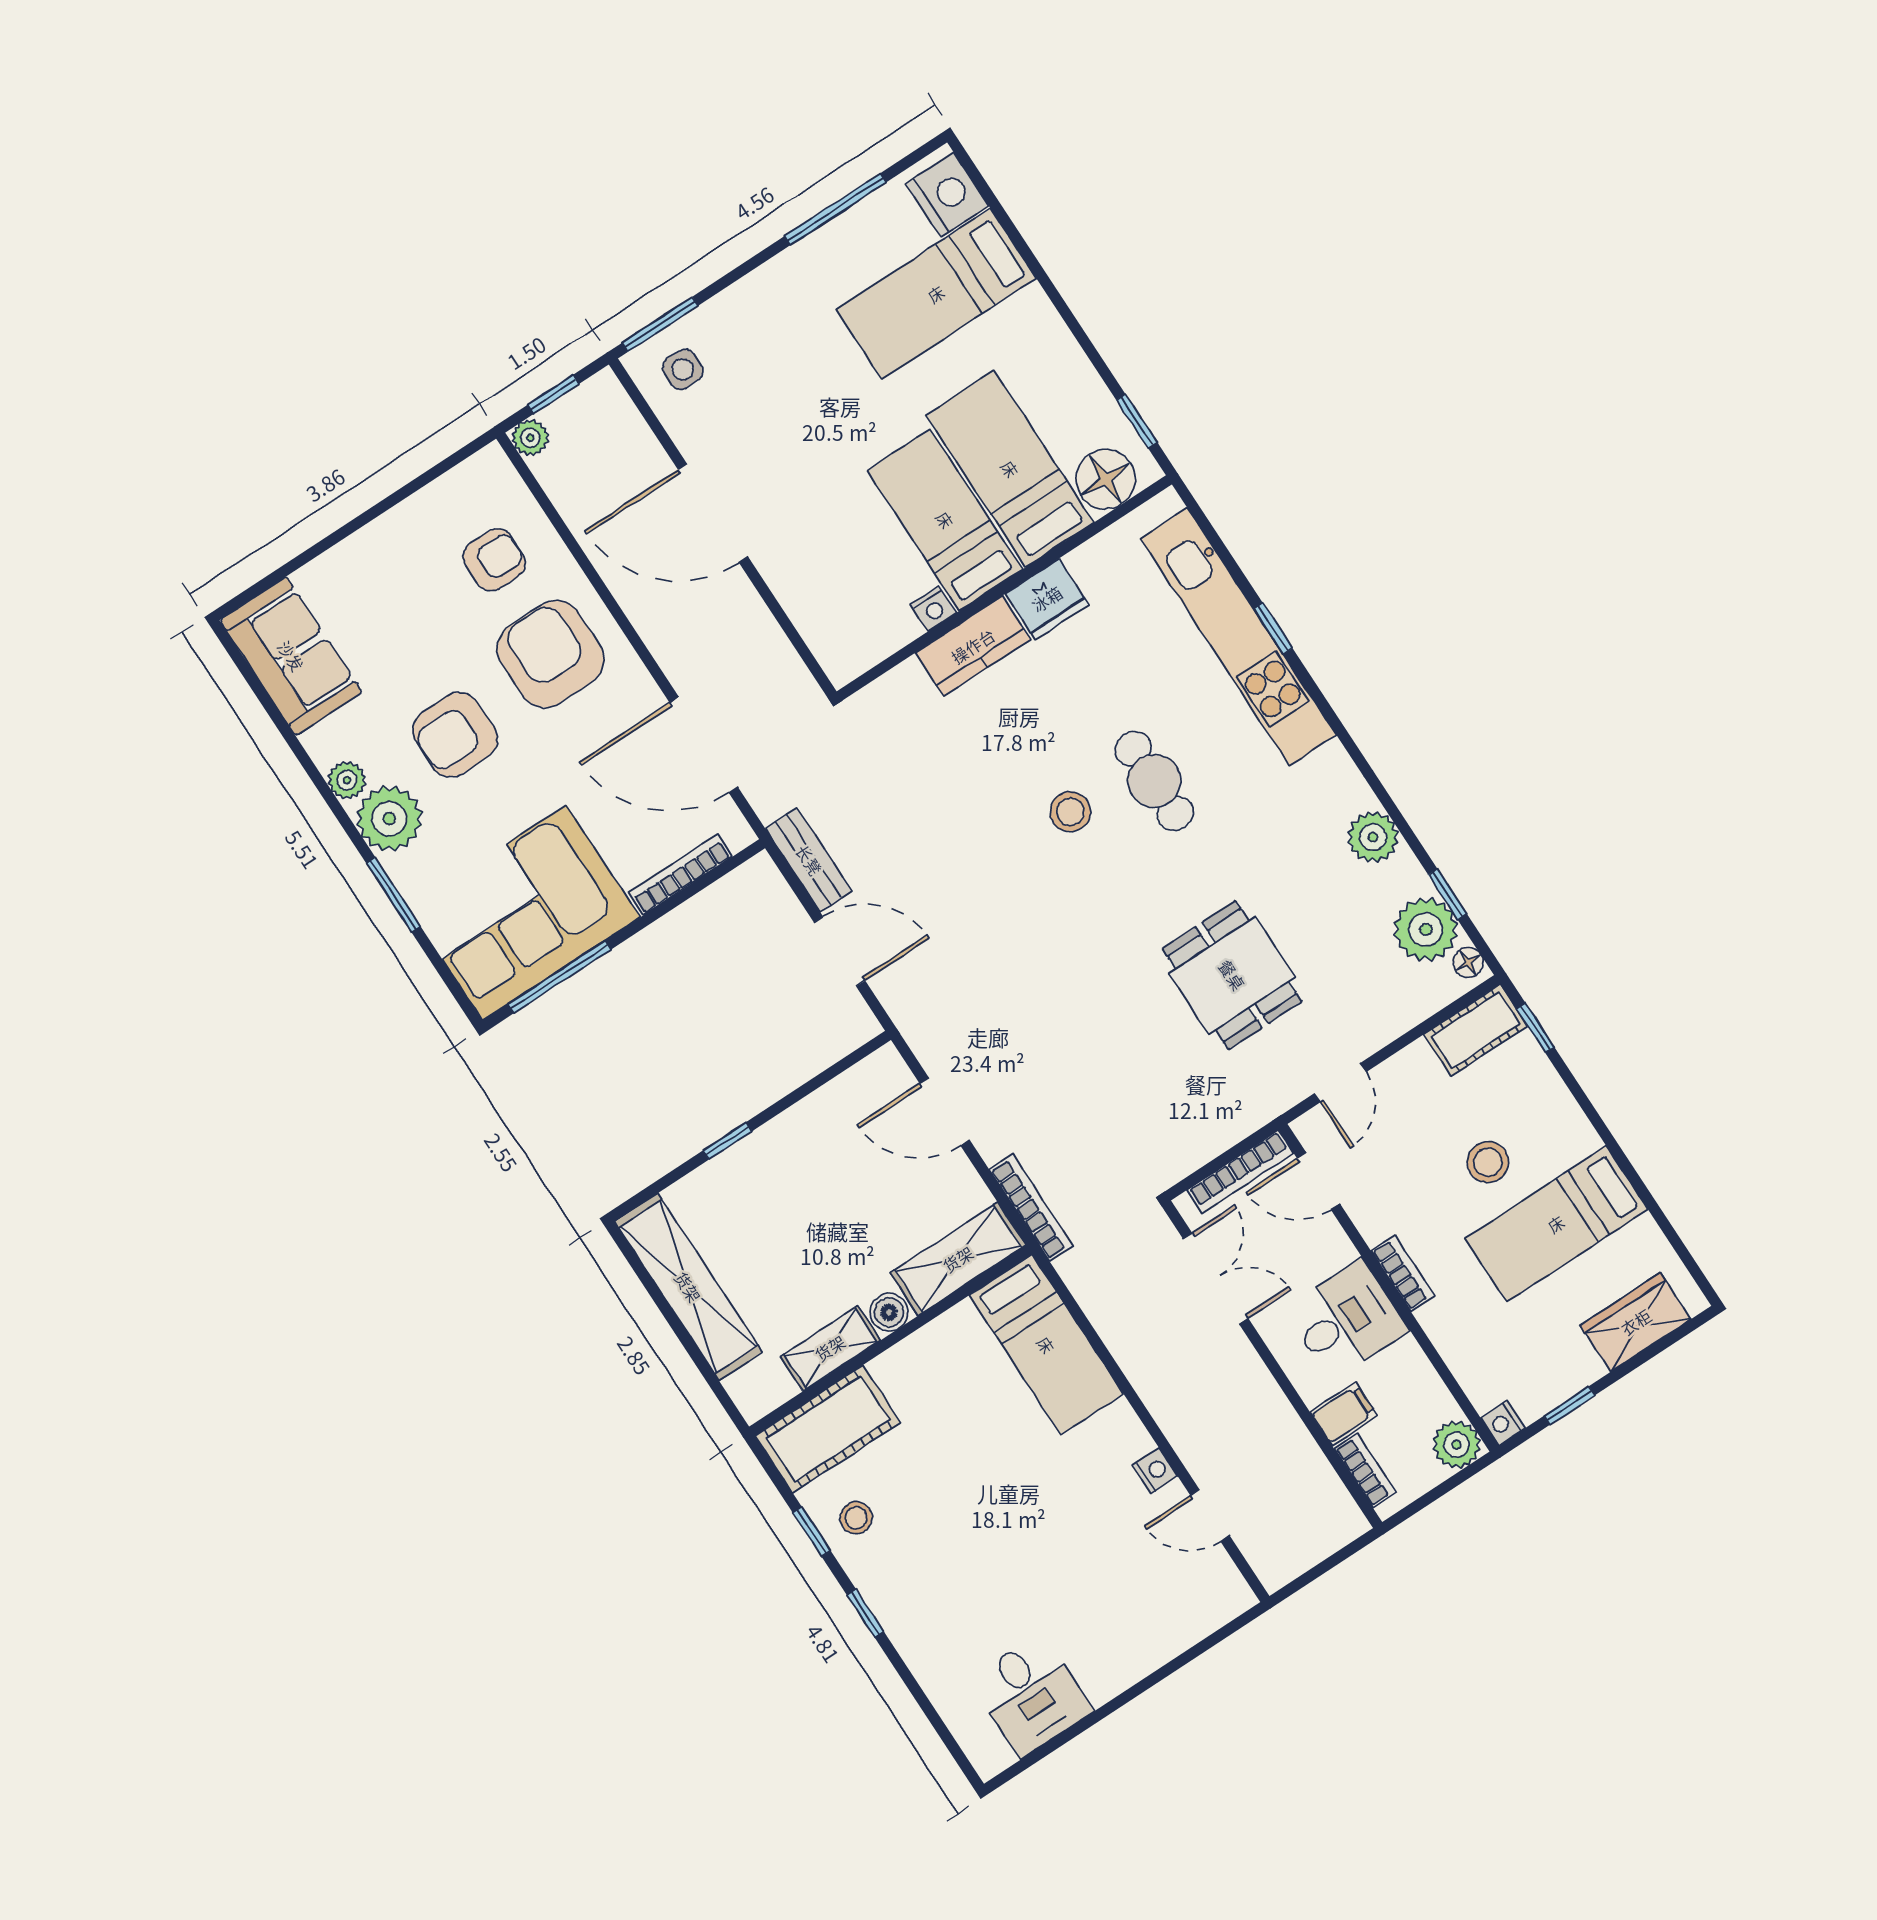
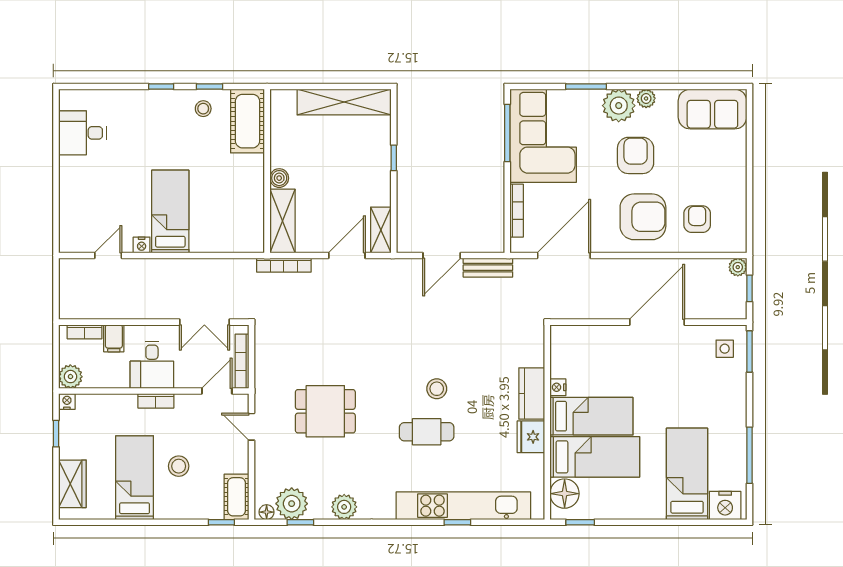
armchair: (494, 560) -> (697, 219), turned 180
bed: (1046, 1345) -> (170, 211), moved, turned 90
shelving: (830, 1348) -> (381, 230), moved

